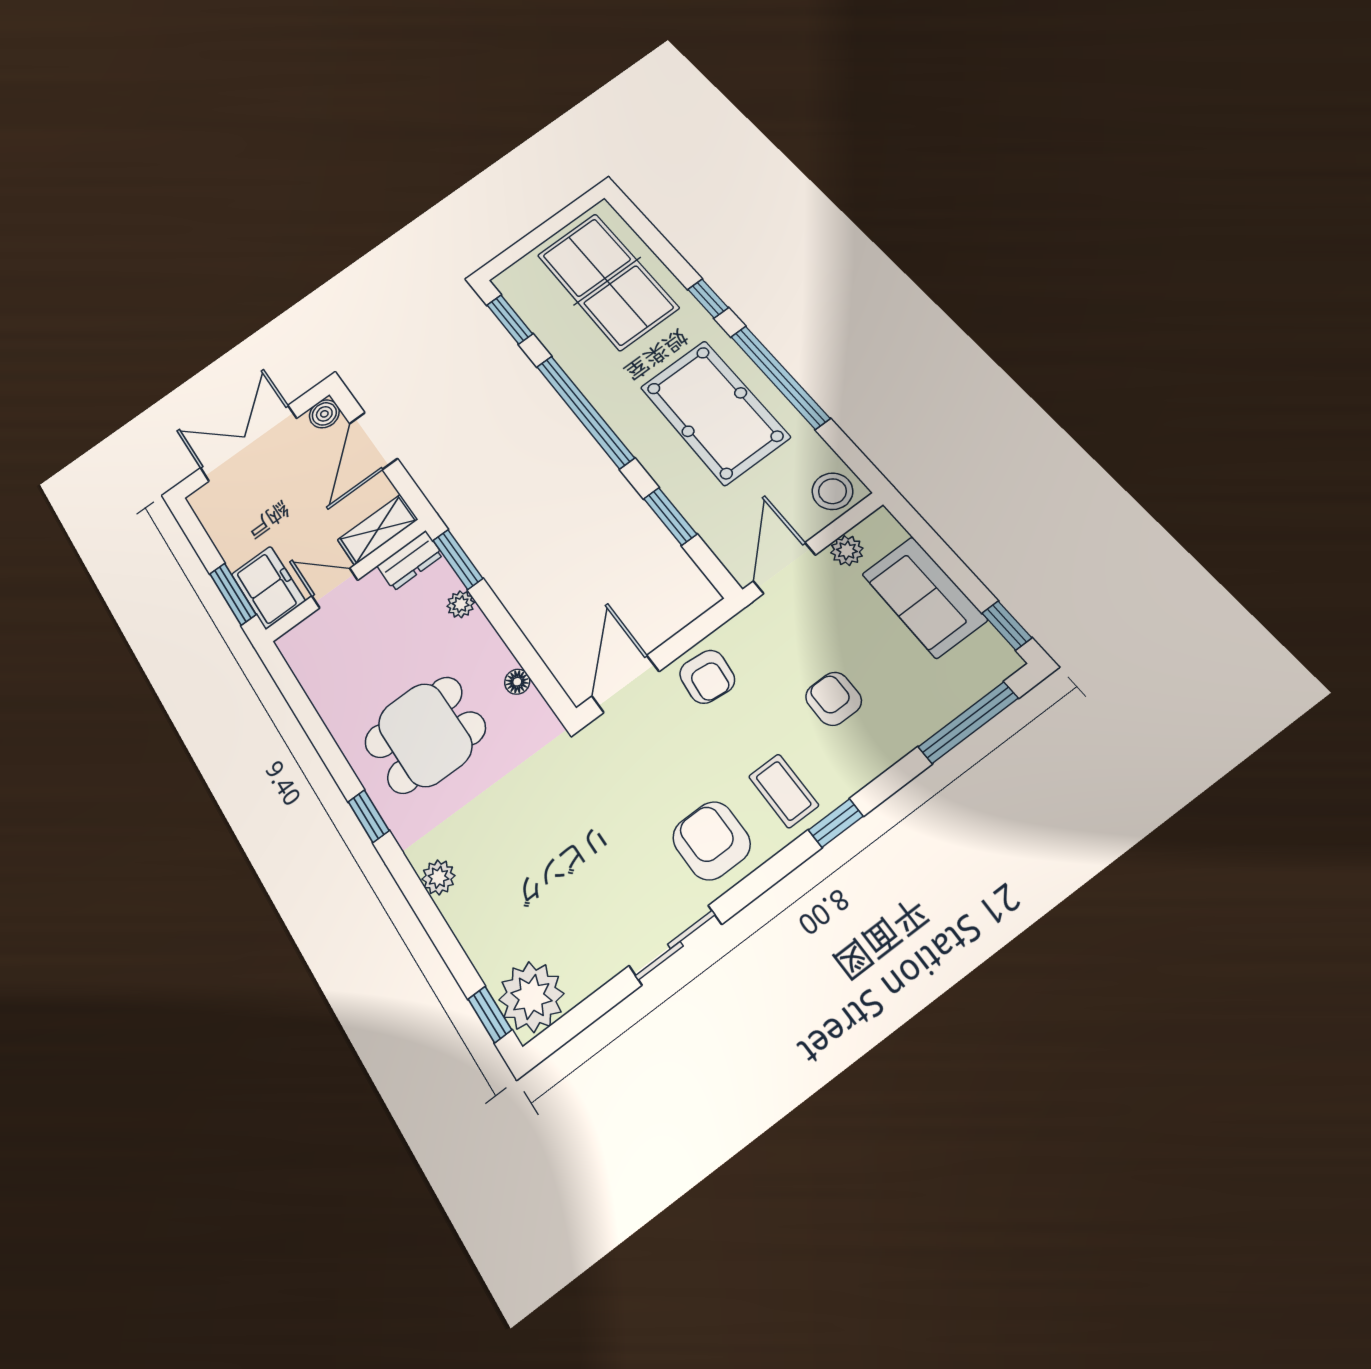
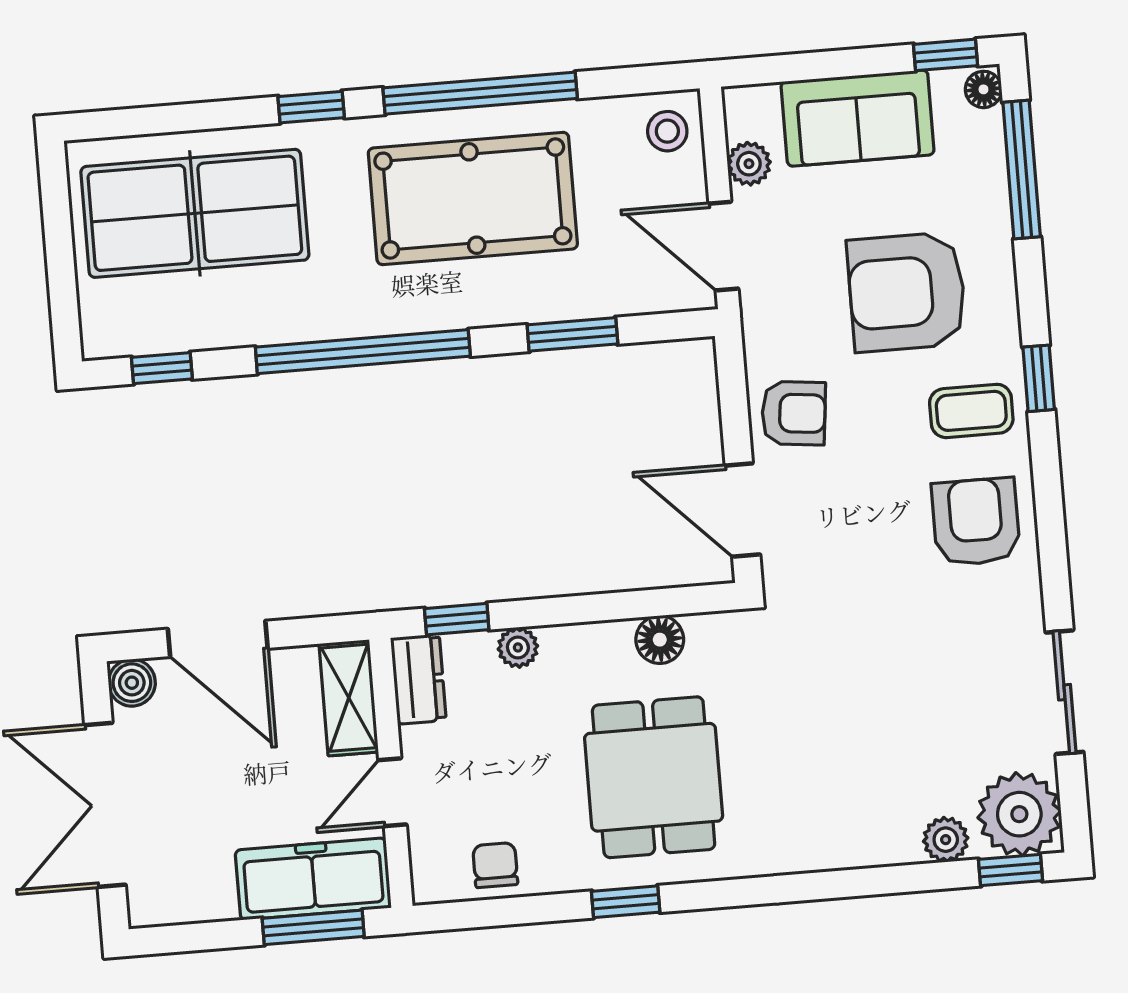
window: (510, 319) -> (162, 368), width x0.67
stool: (832, 491) -> (667, 131), width x0.73, depth x0.73
window: (458, 559) -> (457, 619), width x0.67
freezer: (268, 588) -> (313, 879), width x1.40
floor lamp: (1003, 664) -> (983, 89), added
chair: (321, 674) -> (495, 865), added
floor lamp: (517, 682) -> (660, 640), width x1.37, depth x1.37
armchair: (834, 699) -> (907, 292), width x1.88, depth x1.88
window: (369, 816) -> (626, 902), moved
armchair: (711, 841) -> (976, 522), turned 90
plant: (438, 877) -> (946, 840), moved
sliding door: (675, 945) -> (1064, 692), moved

